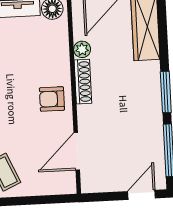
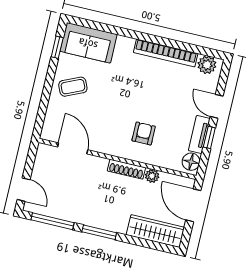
armchair: (52, 99) -> (144, 133), moved

